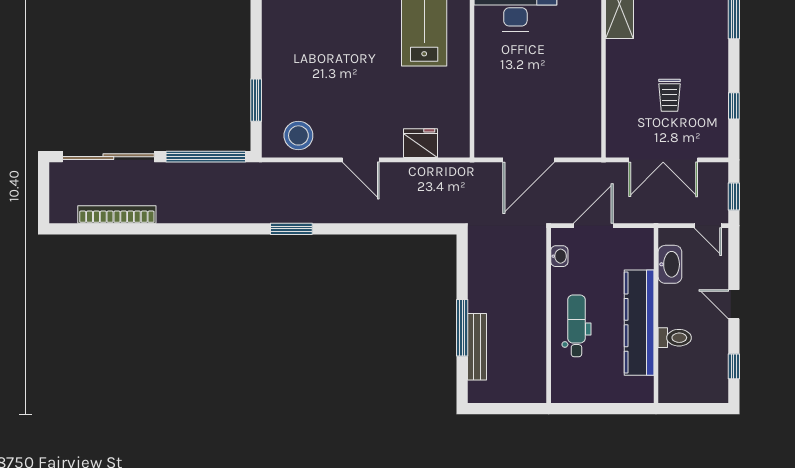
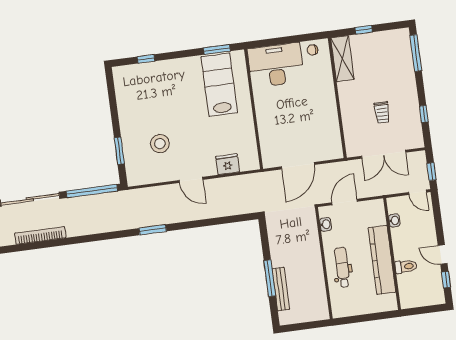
stool: (298, 135) -> (160, 144), moved
washbasin: (670, 264) -> (394, 220), width x0.52, depth x0.69
door: (734, 304) -> (443, 255), moved

